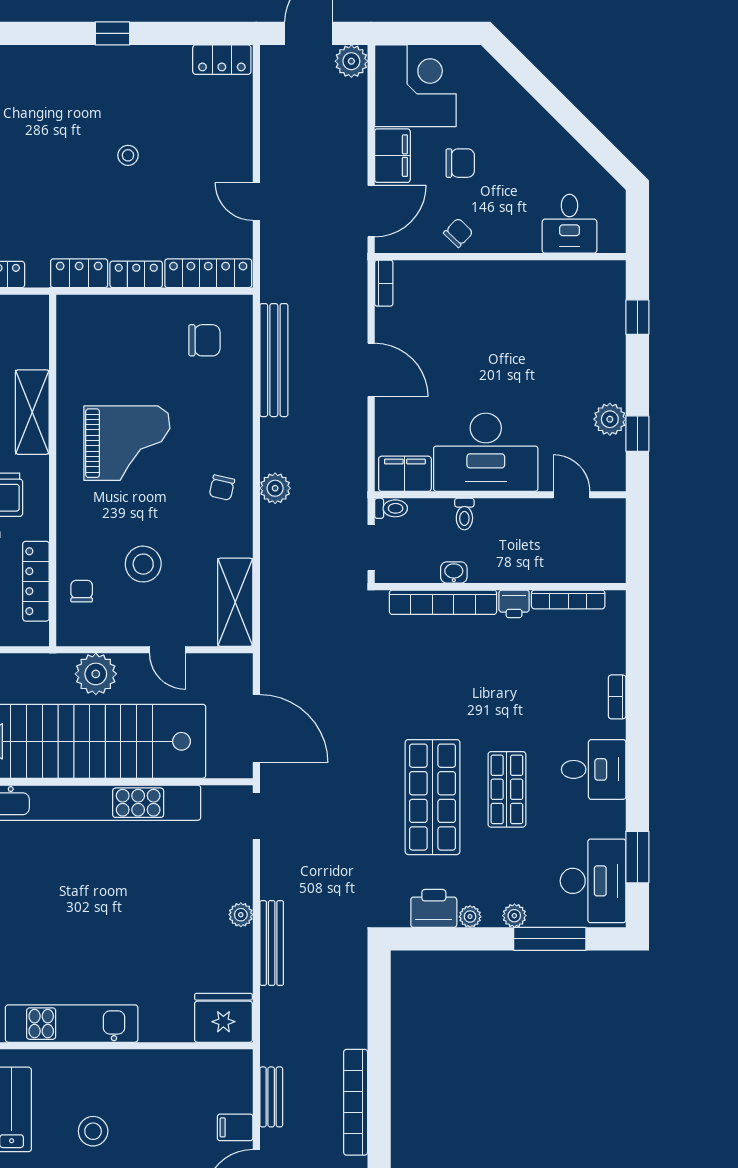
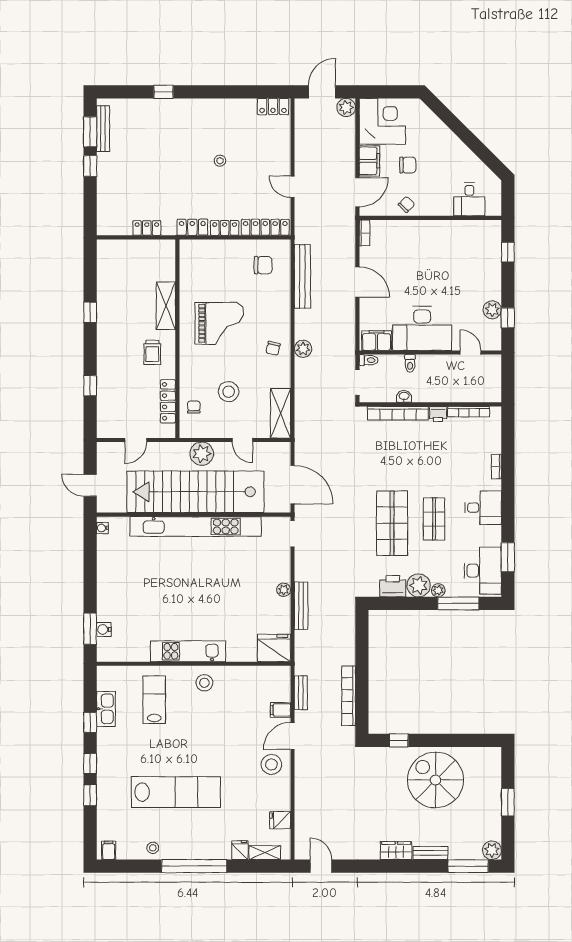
window: (113, 33) -> (163, 92), moved
plant: (470, 917) -> (419, 585), width x1.88, depth x1.88
stool: (93, 1131) -> (204, 683), moved

